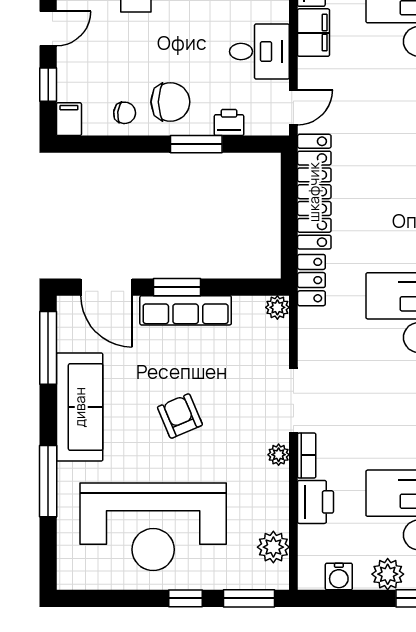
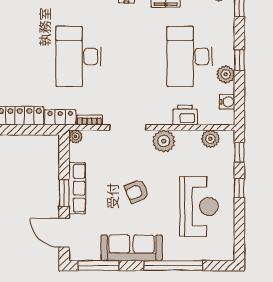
door: (106, 287) -> (64, 233), swing flipped
plant: (279, 455) -> (164, 141), width x1.87, depth x1.87
bookcase: (307, 455) -> (89, 120), moved
window: (48, 481) -> (173, 266), width x1.46
reception desk: (153, 527) -> (199, 206), width x0.74, depth x0.77
window: (249, 598) -> (239, 152), width x0.67

